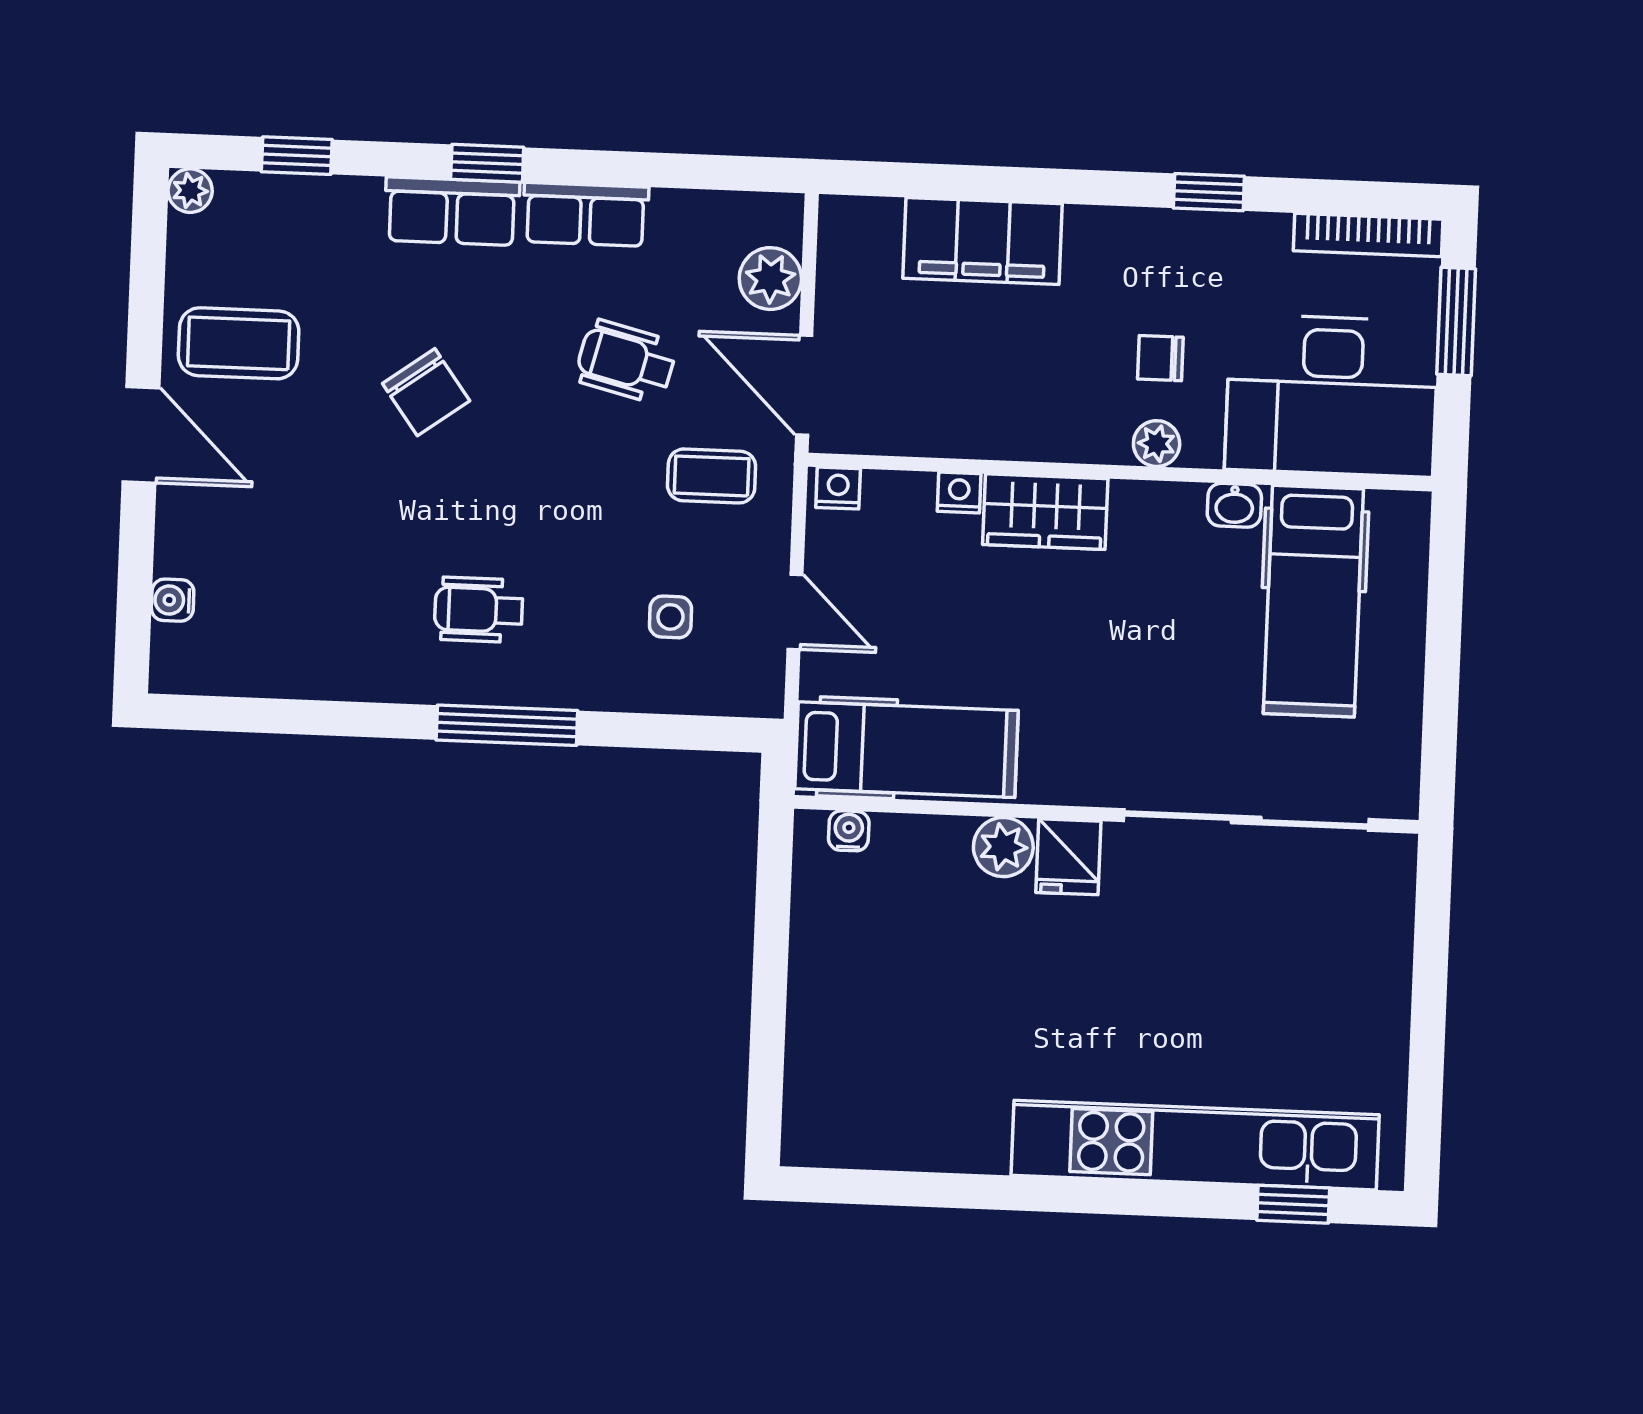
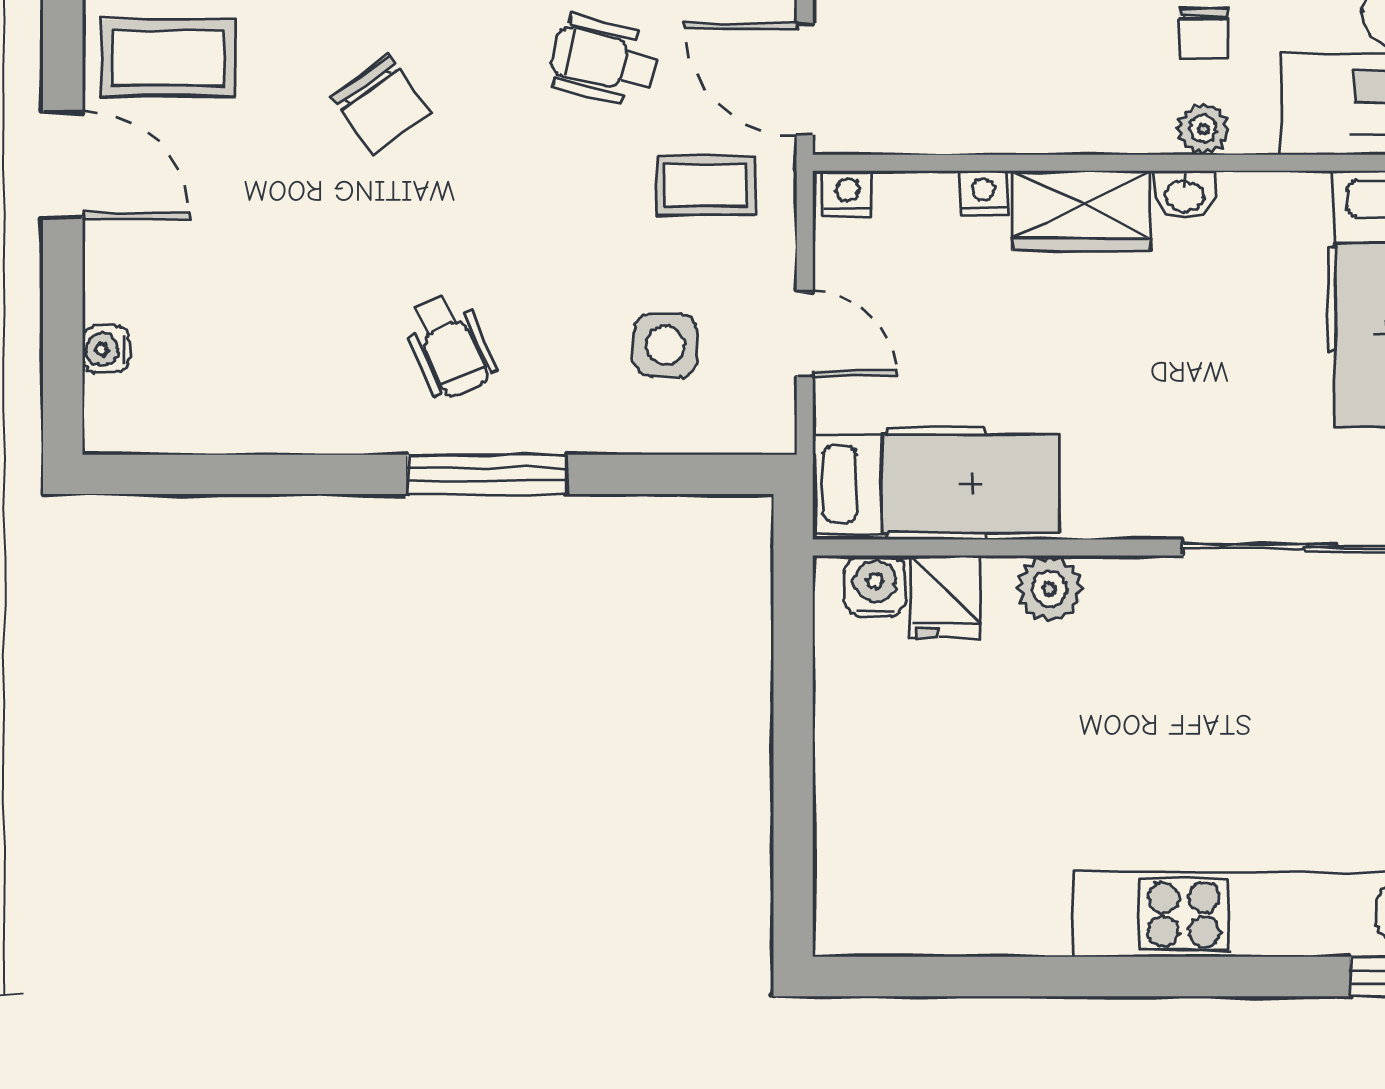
chair: (1160, 358) -> (1203, 33), turned -90
washbasin: (1234, 505) -> (1185, 195), moved
wheelchair: (479, 610) -> (450, 346), turned -114
side table: (670, 617) -> (665, 345), width x1.37, depth x1.37
water cooler: (849, 831) -> (875, 586), width x1.38, depth x1.38
fridge: (1068, 857) -> (946, 597), moved

